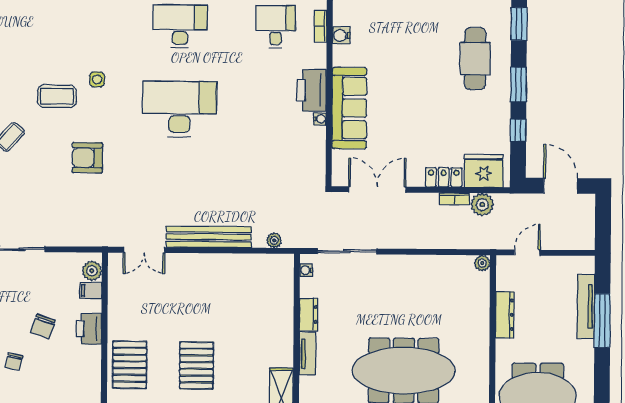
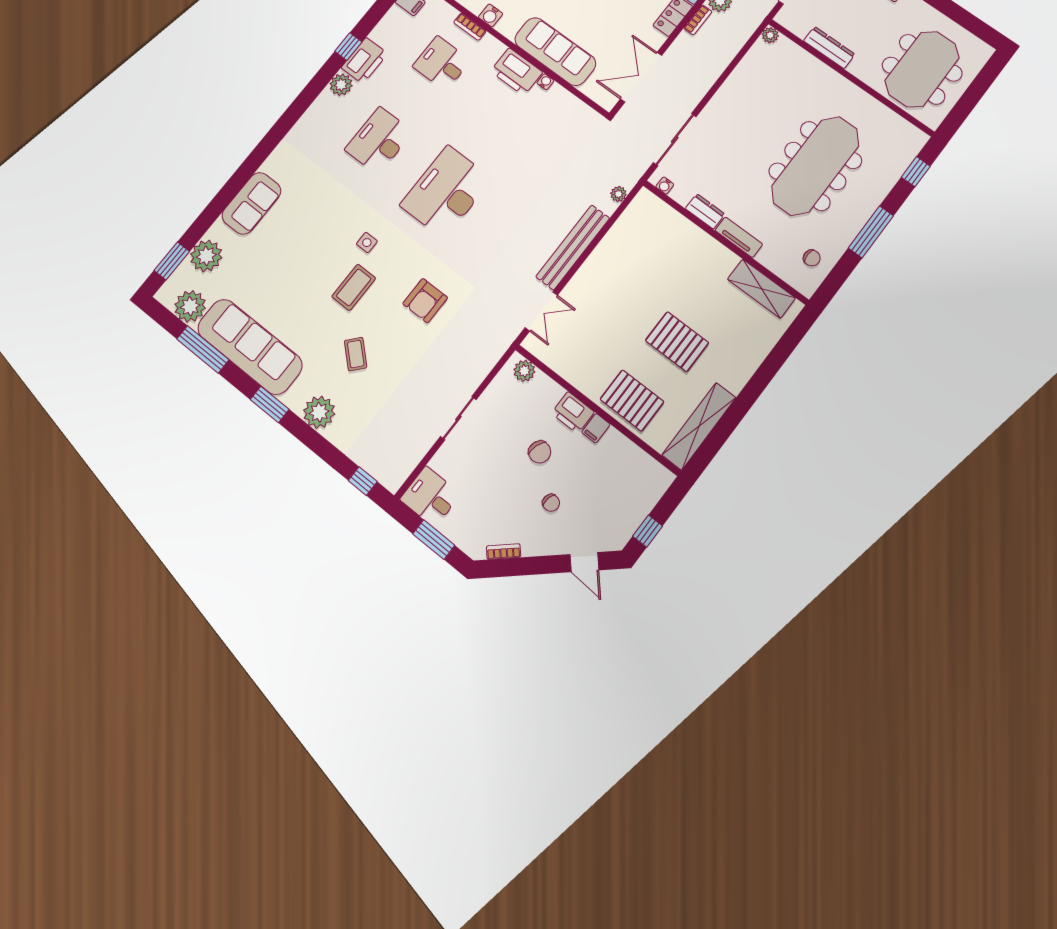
filing cabinet: (91, 290) -> (596, 428), moved

